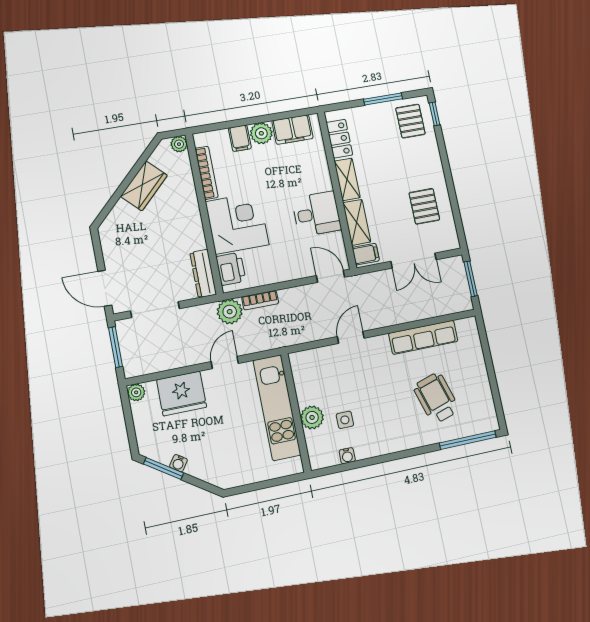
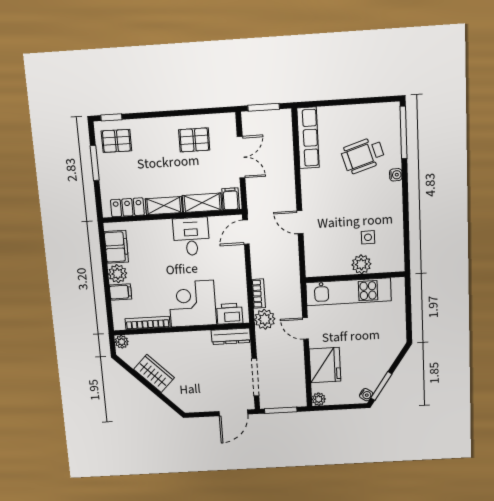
row of seats: (423, 337) -> (308, 138), moved
water cooler: (347, 456) -> (396, 175), moved
water cooler: (178, 463) -> (366, 395), moved

